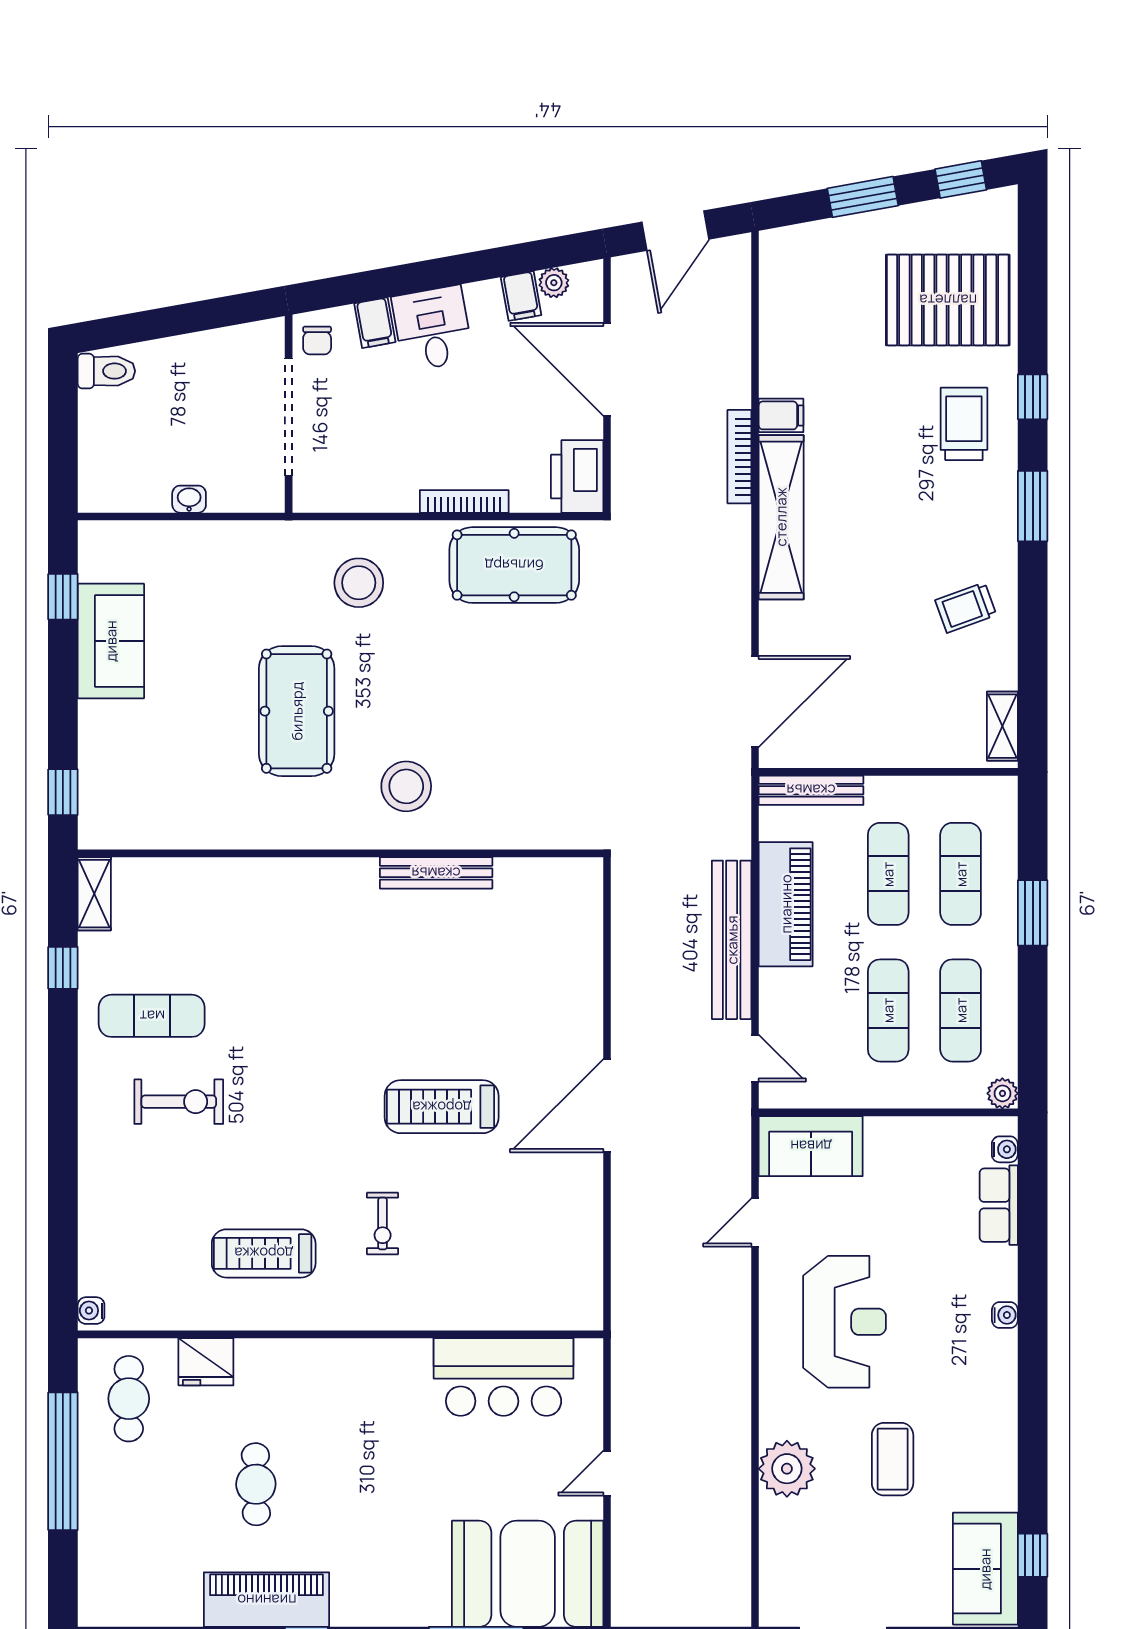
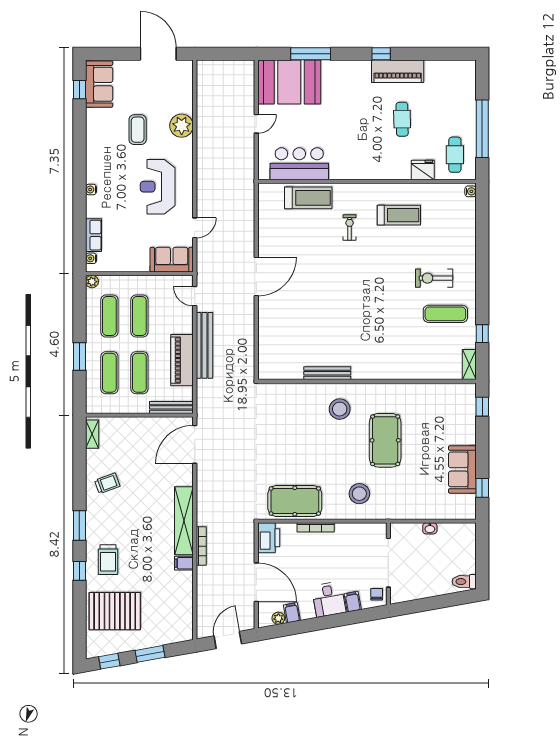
treadmill: (442, 1107) -> (308, 198), moved

